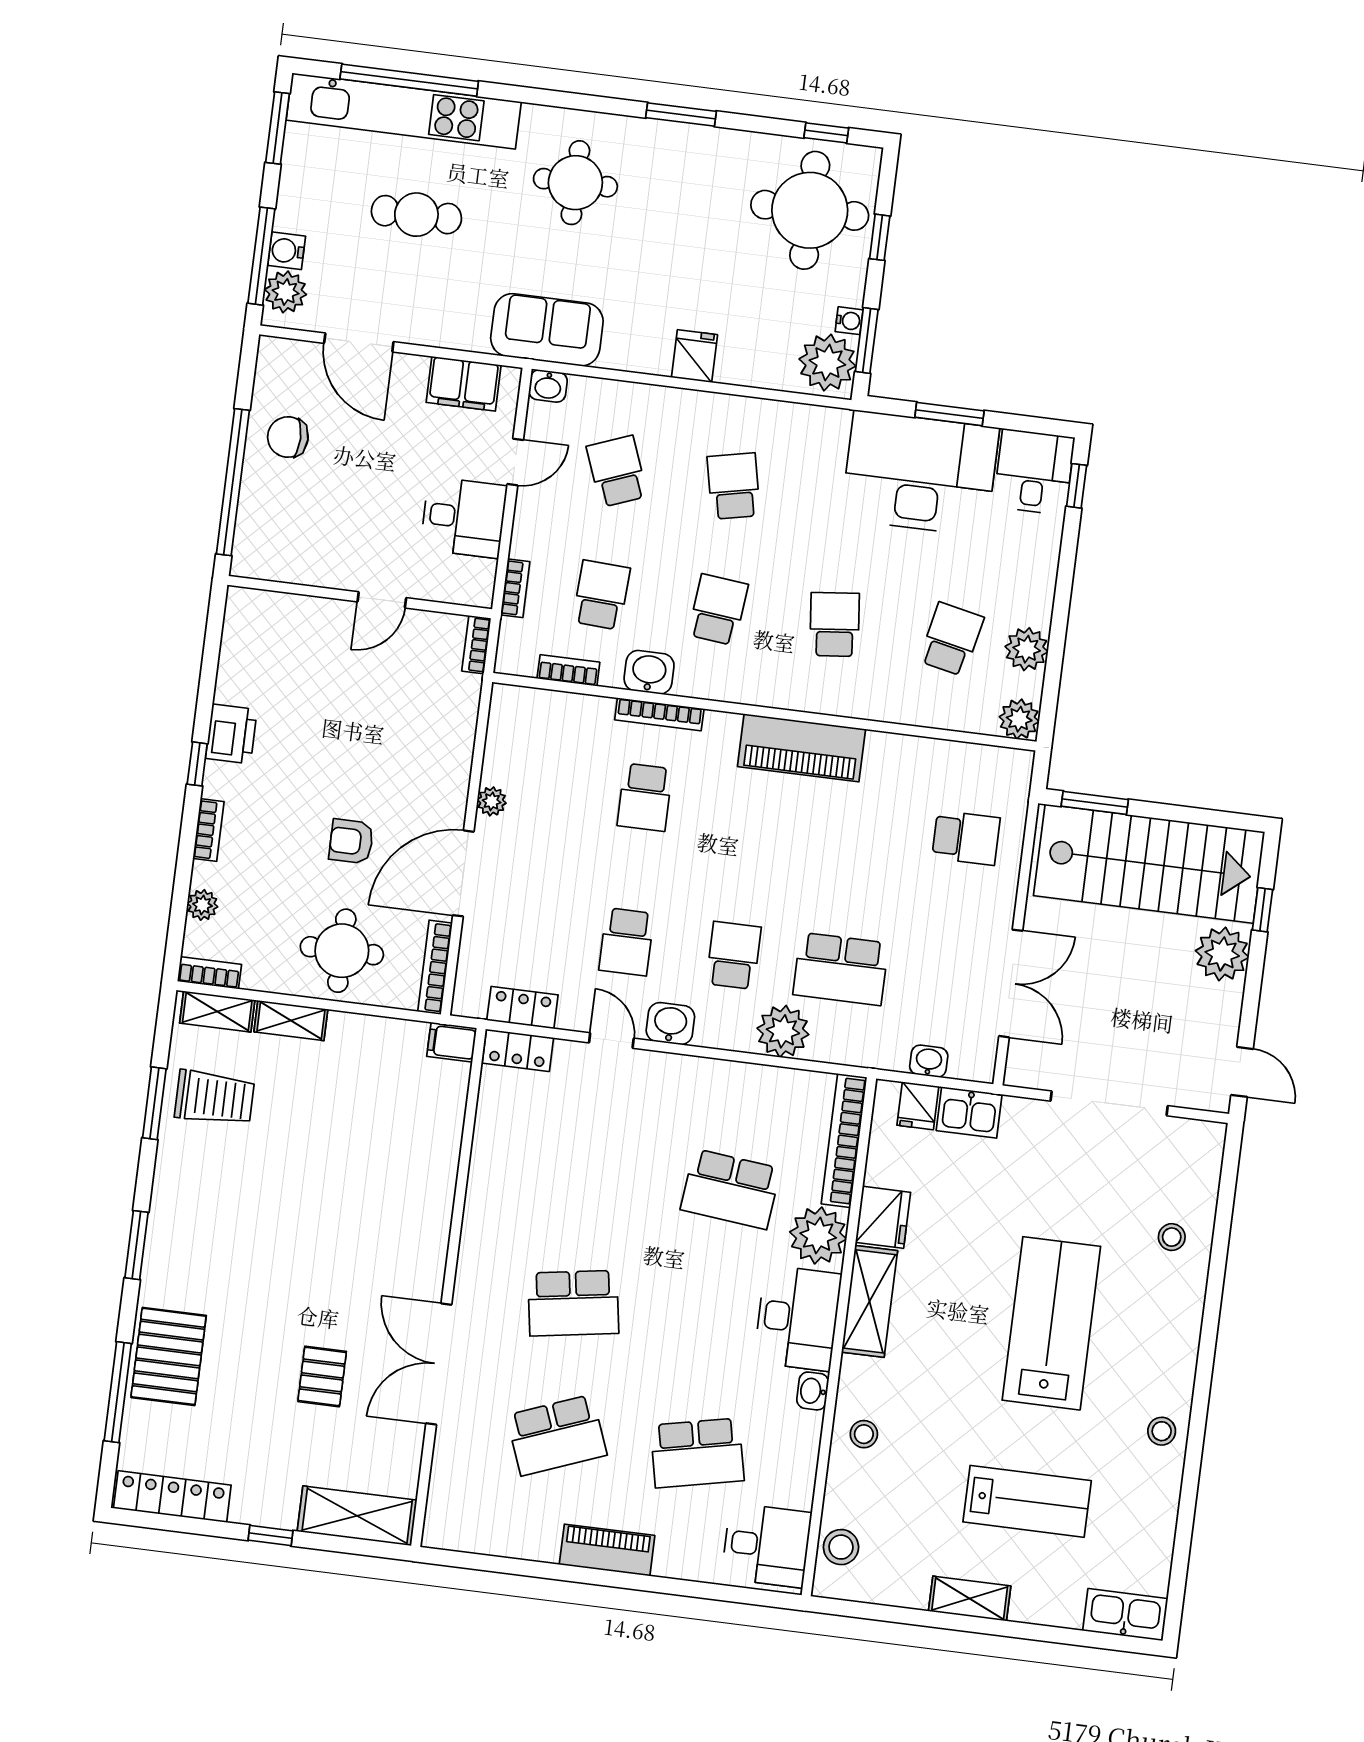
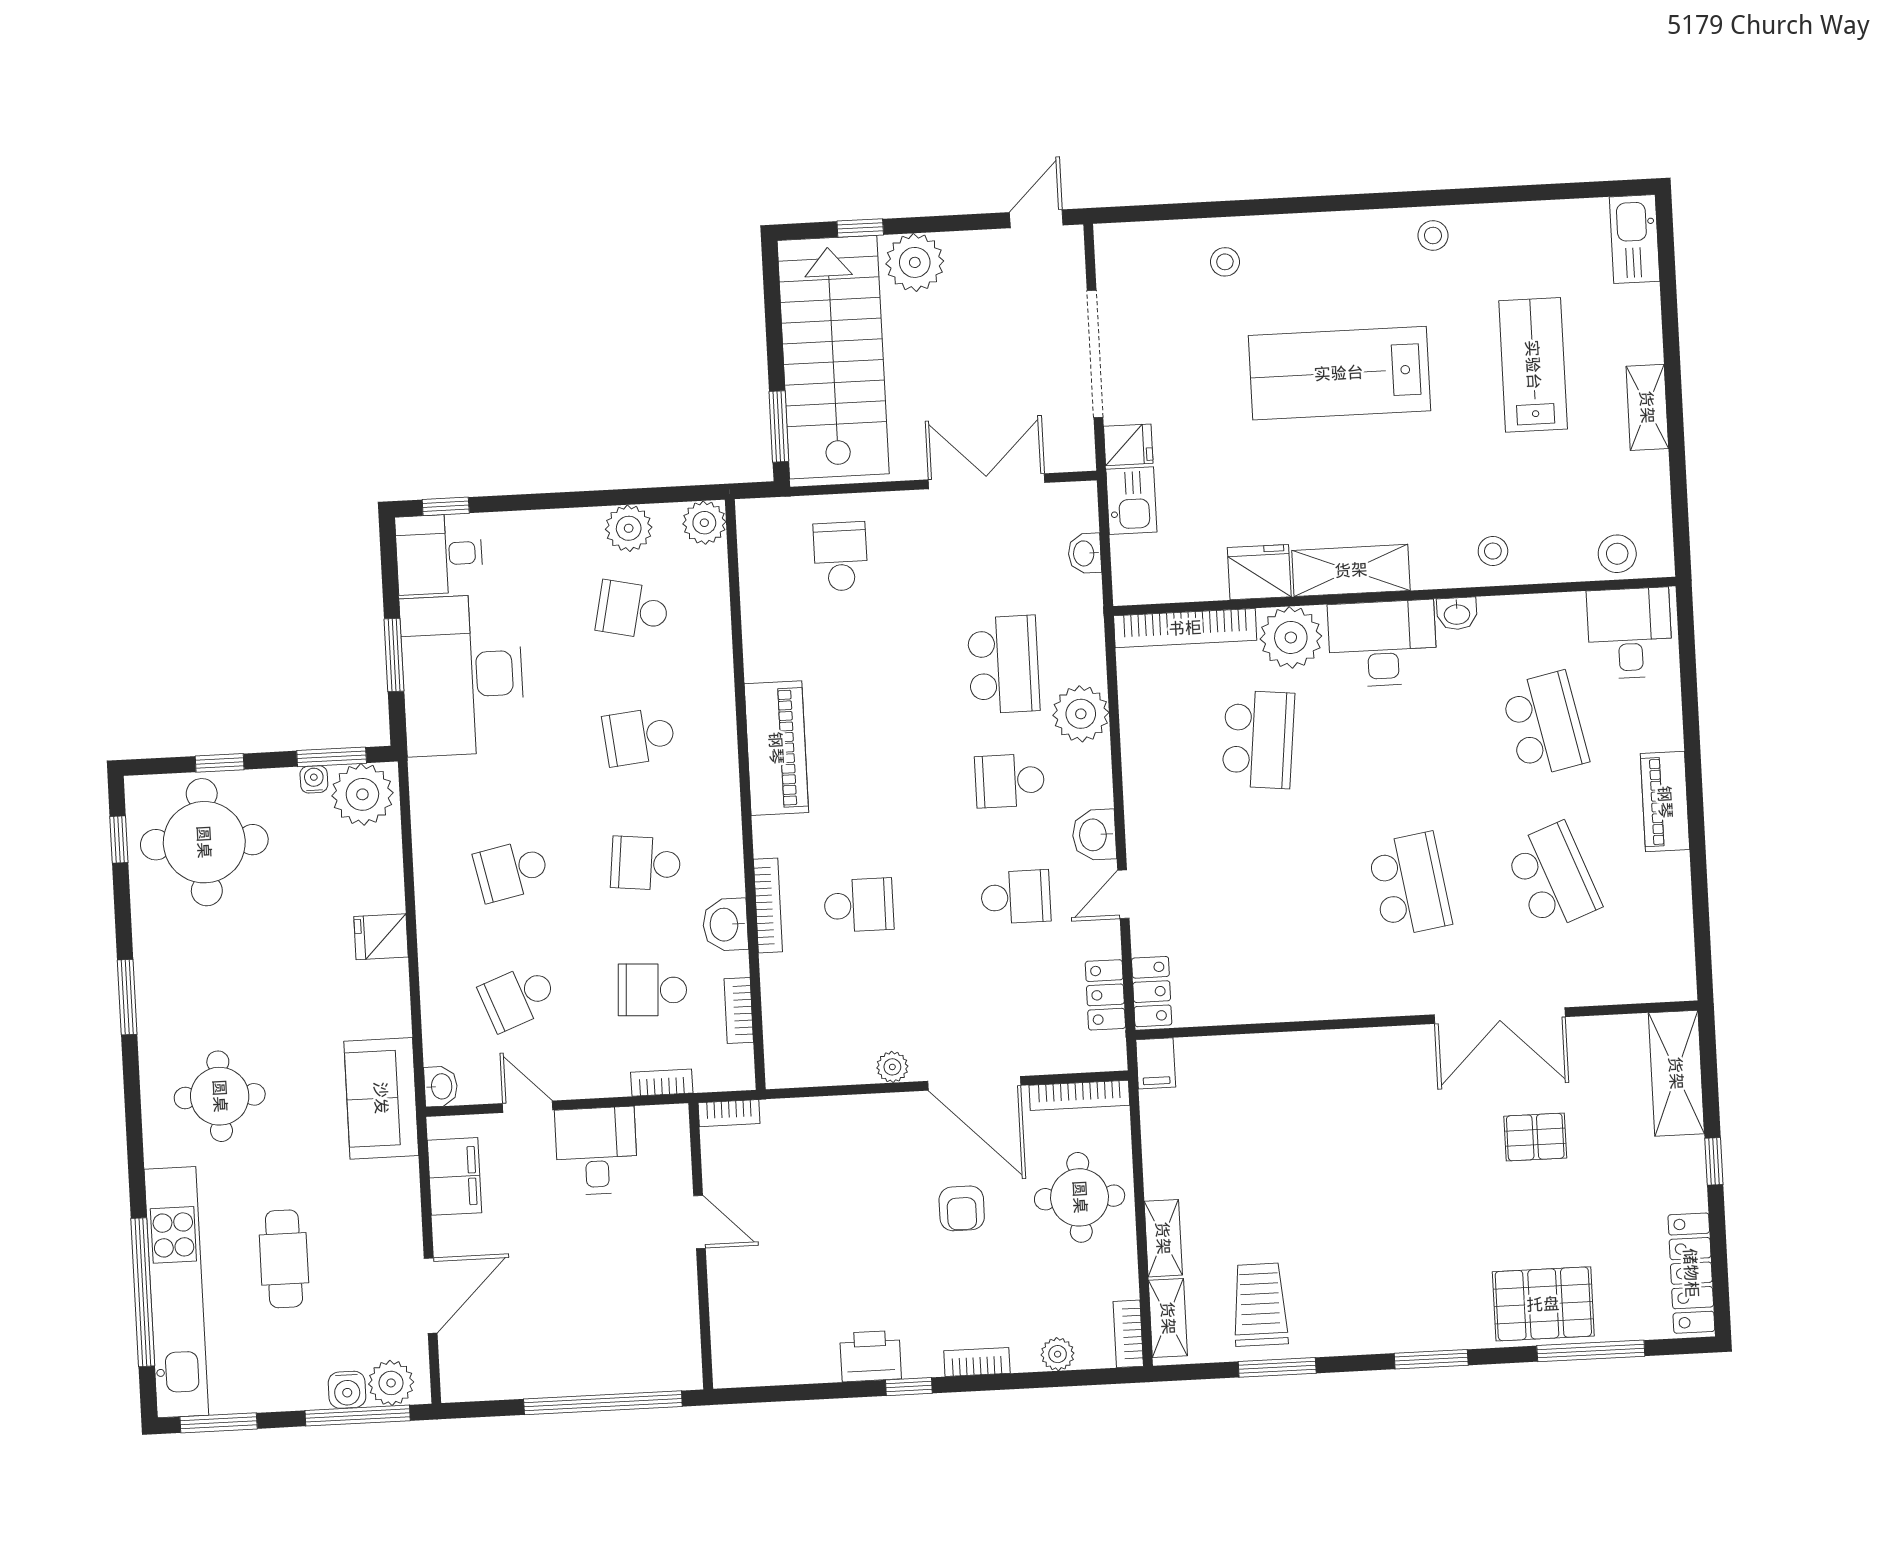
chair: (288, 437) -> (545, 1353), removed
fridge: (918, 1106) -> (1128, 445), moved

